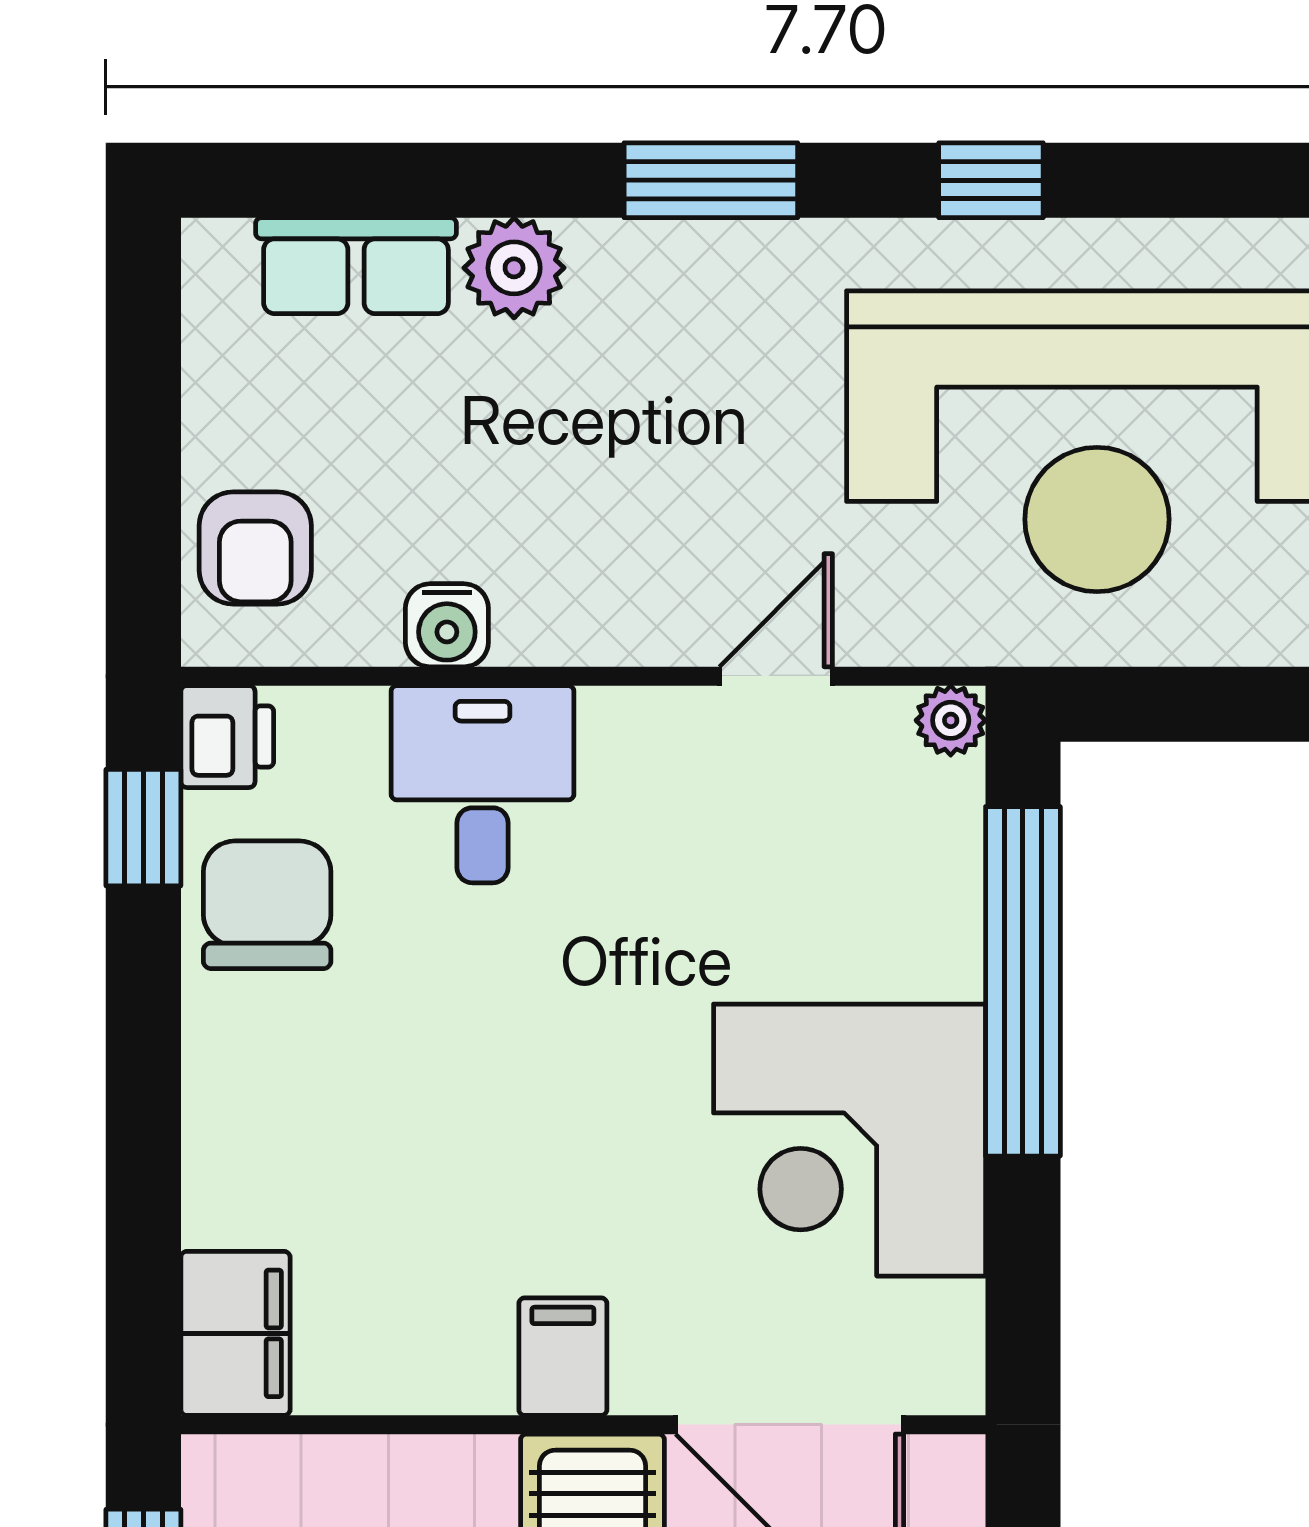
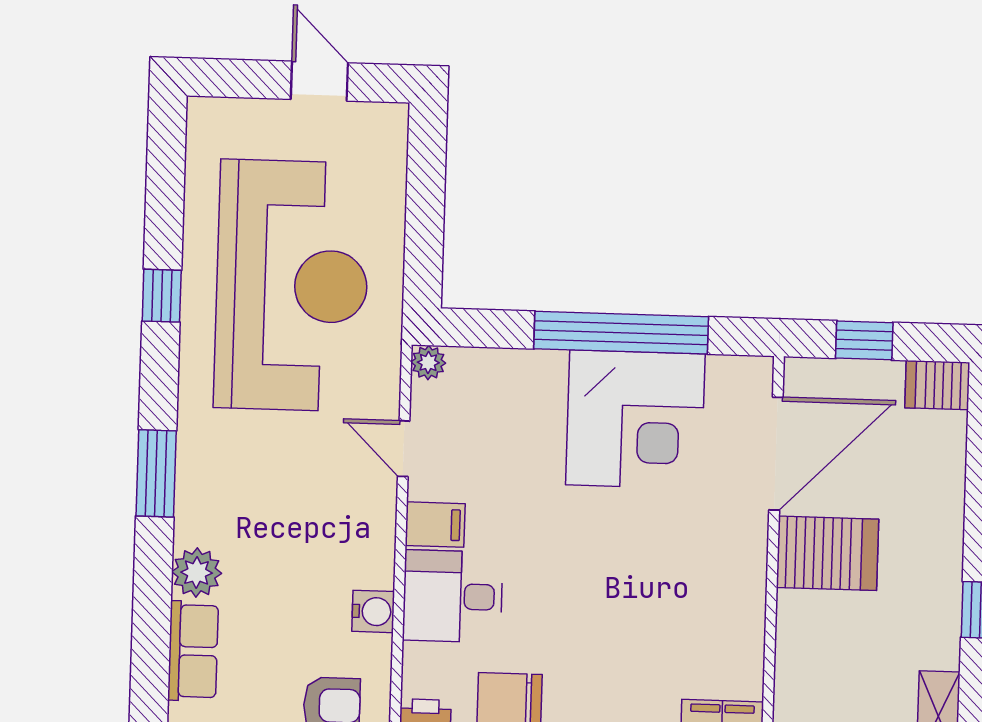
window: (991, 180) -> (162, 296), moved
window: (1023, 981) -> (621, 333), moved
filing cabinet: (563, 1357) -> (435, 525), moved, turned 180

